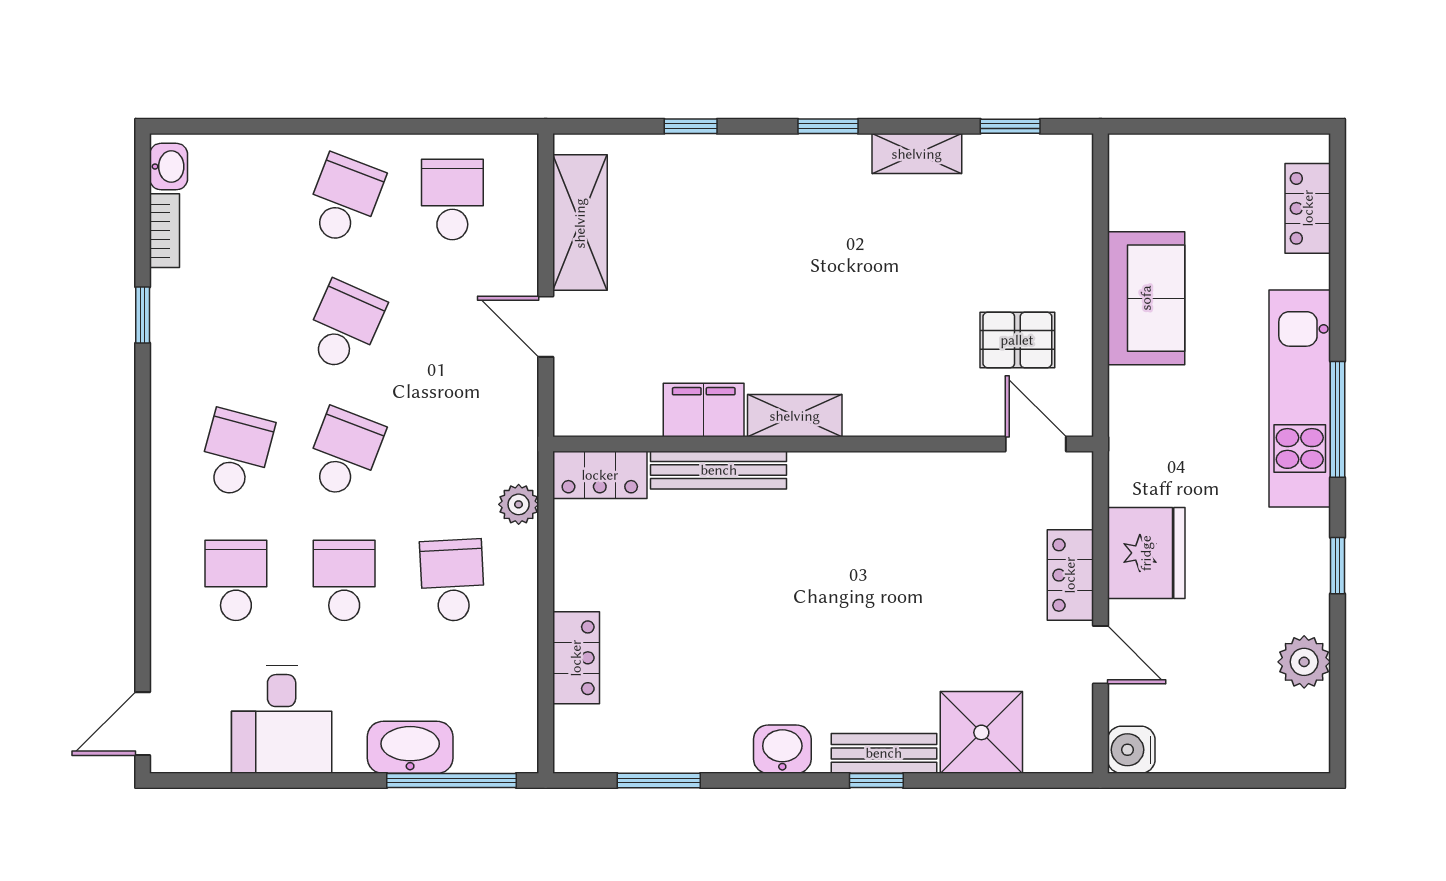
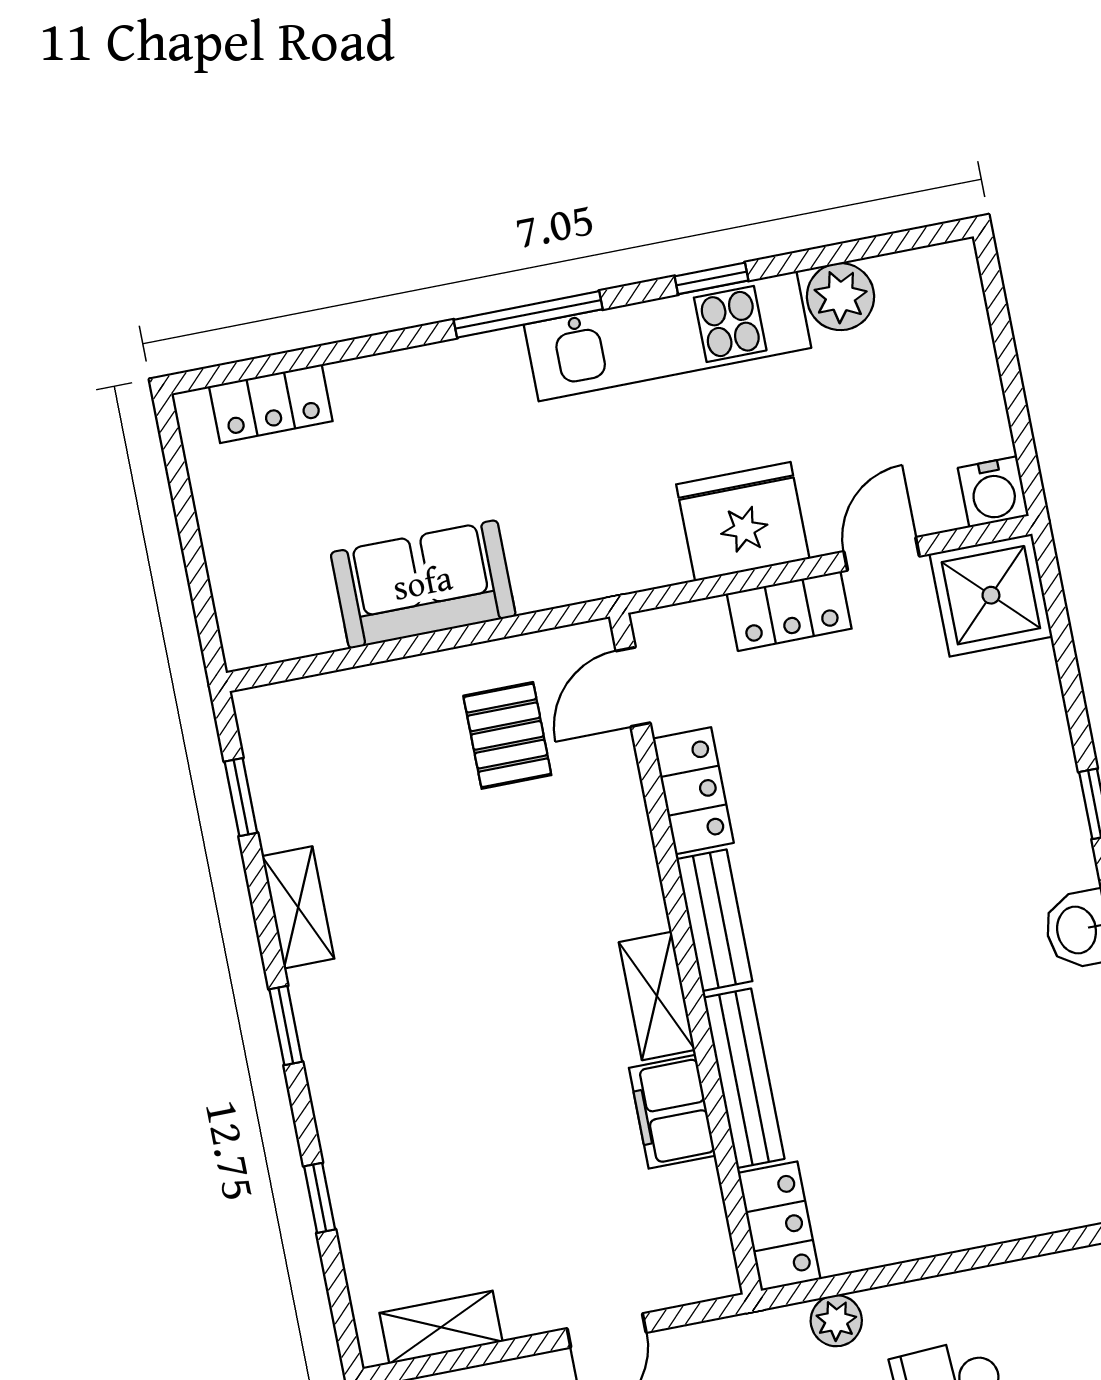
shelving: (580, 223) -> (441, 1327), width x0.67, depth x0.75
kitchen unit: (1300, 398) -> (667, 336), moved
locker: (576, 658) -> (693, 791), moved, turned 90
shower: (981, 732) -> (991, 595), moved
bench: (884, 753) -> (714, 920), moved

